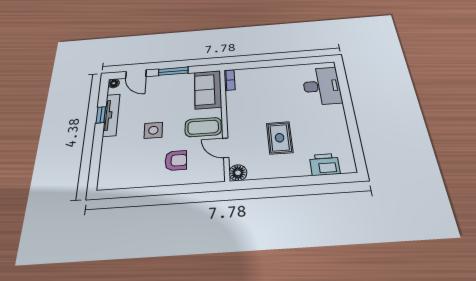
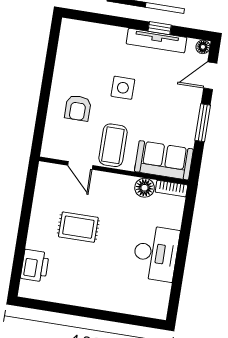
desk: (322, 86) -> (156, 253), moved, turned -90
door: (226, 148) -> (80, 165), swing flipped
floor lamp: (238, 173) -> (145, 188), moved

